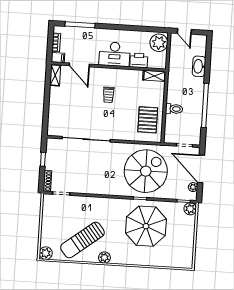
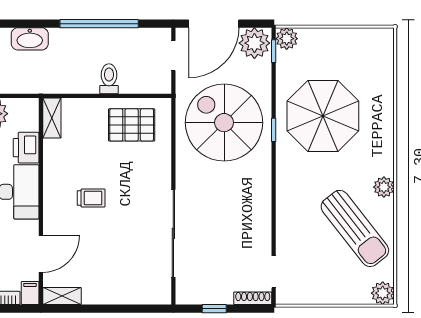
plant: (193, 187) -> (254, 43), width x1.88, depth x1.88

